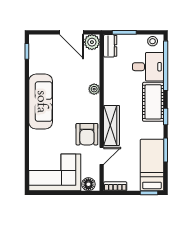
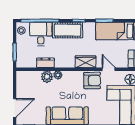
door: (72, 32) -> (15, 108), moved
plant: (92, 42) -> (47, 77), moved
dresser: (110, 46) -> (45, 63), moved
wardrobe: (112, 125) -> (85, 62), width x0.67

